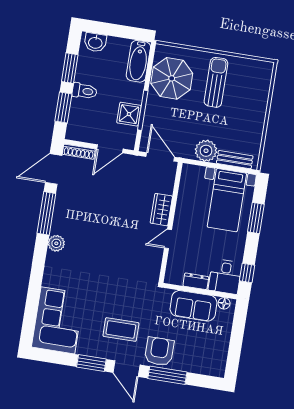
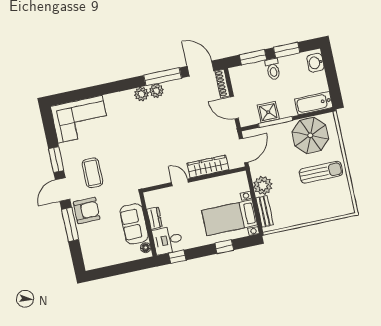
wardrobe: (161, 210) -> (208, 167), width x1.50
window: (256, 218) -> (224, 247), width x0.67
plant: (59, 226) -> (156, 91), added

